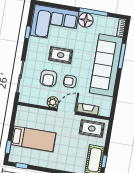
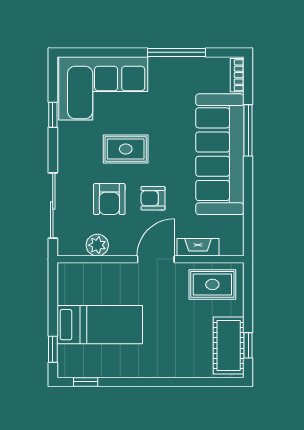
floor lamp: (86, 20) -> (164, 71), removed
plant: (53, 102) -> (97, 245), moved

